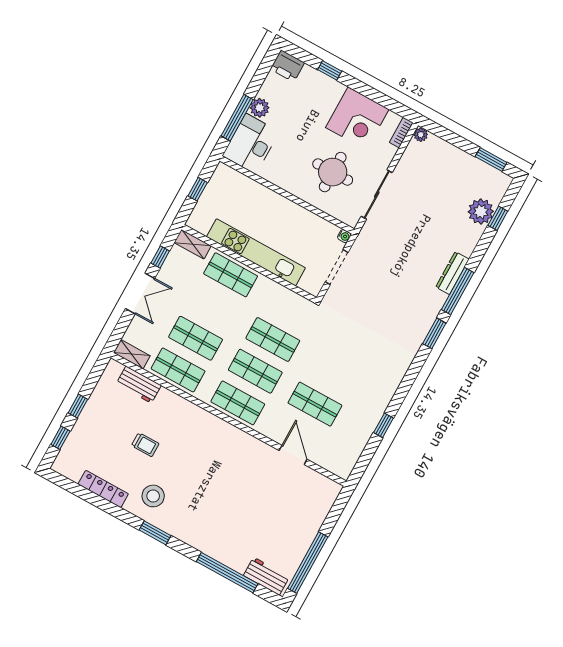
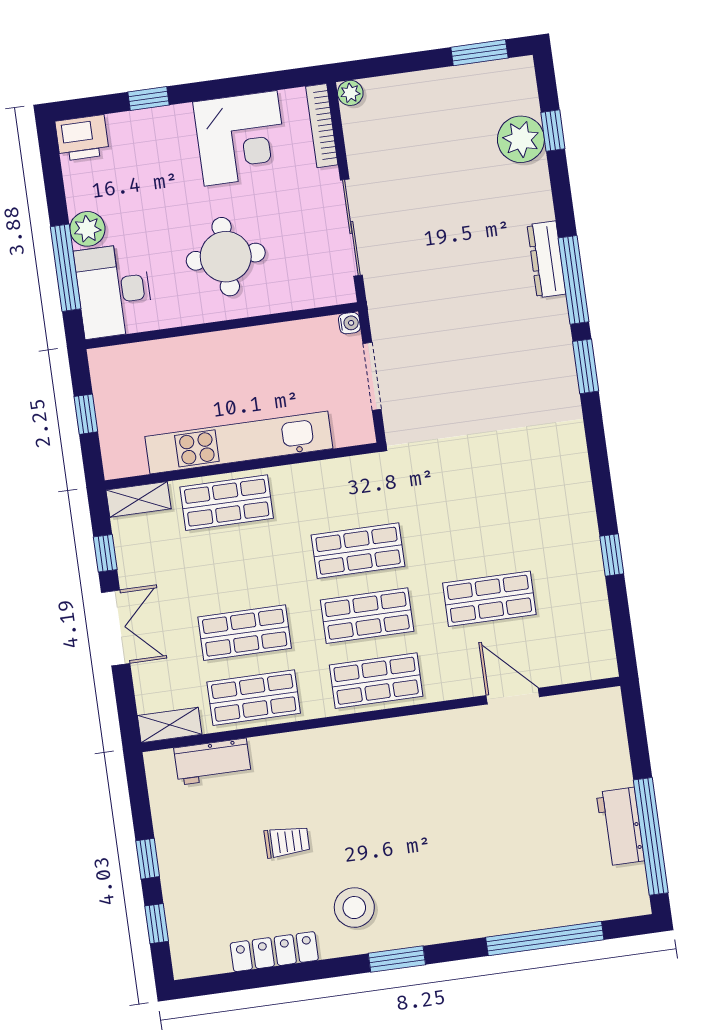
bookcase: (401, 132) -> (322, 126), width x1.56
round table: (333, 172) -> (226, 257), moved
workbench: (266, 576) -> (620, 827), moved, turned -90

